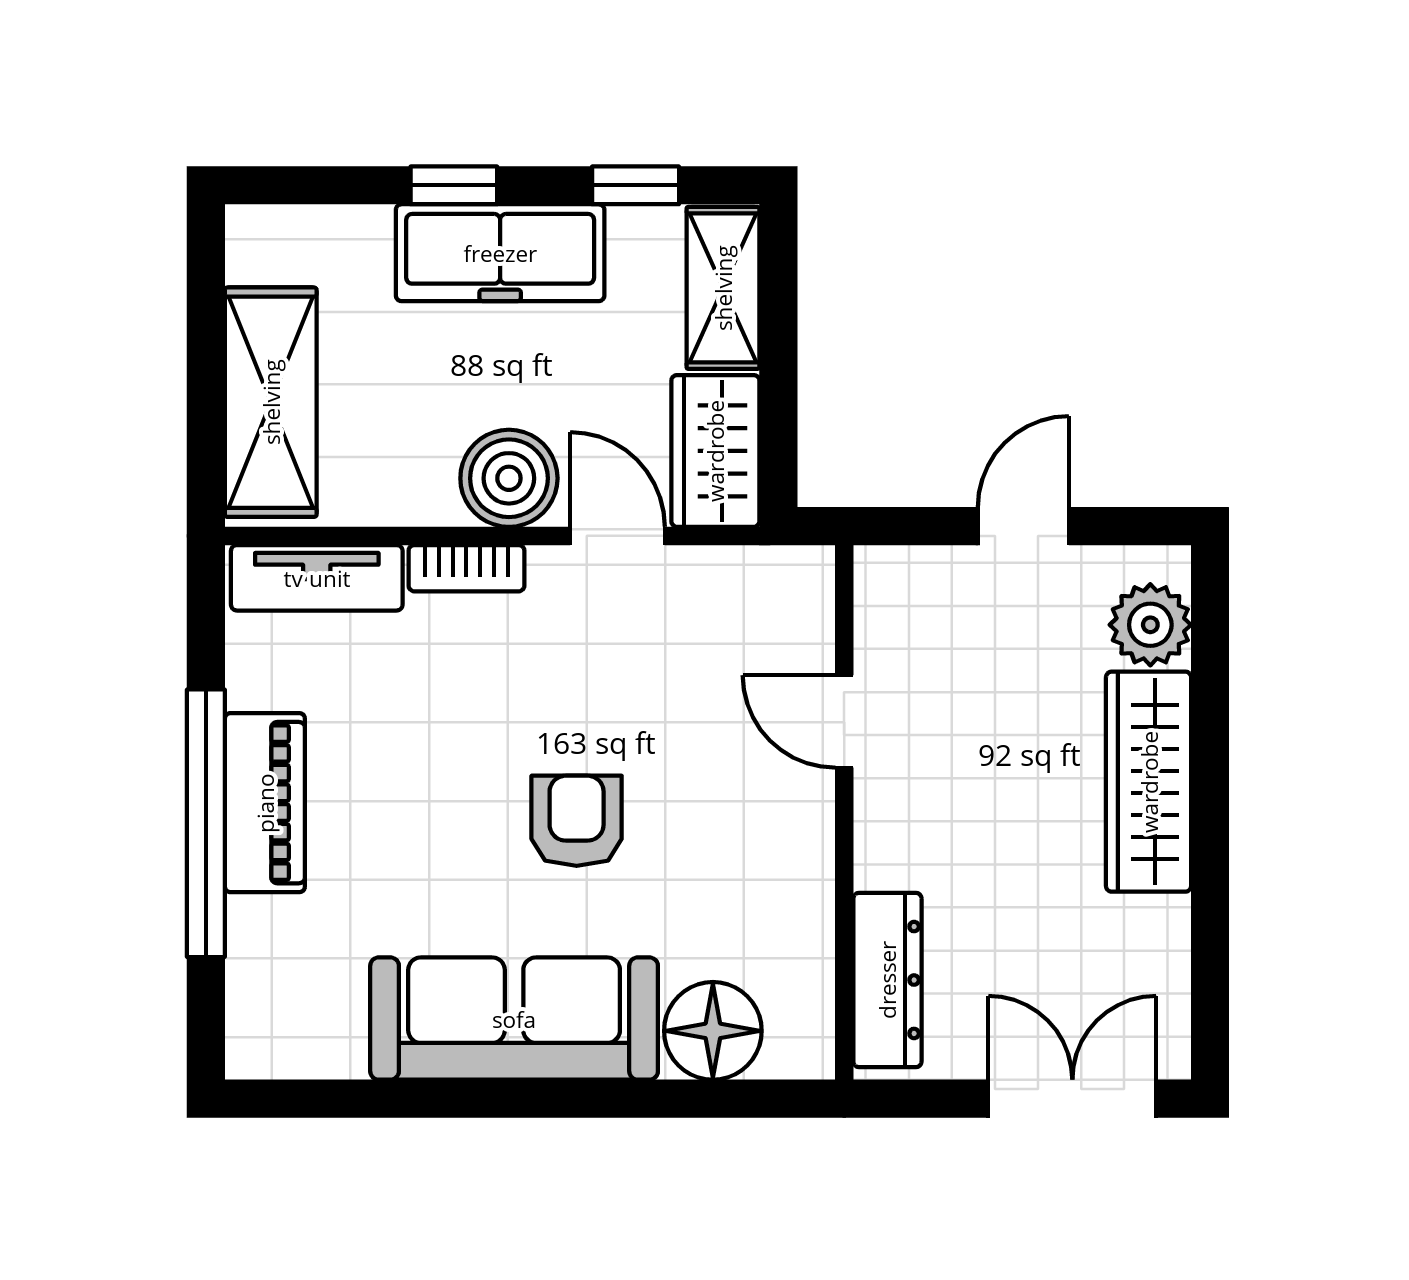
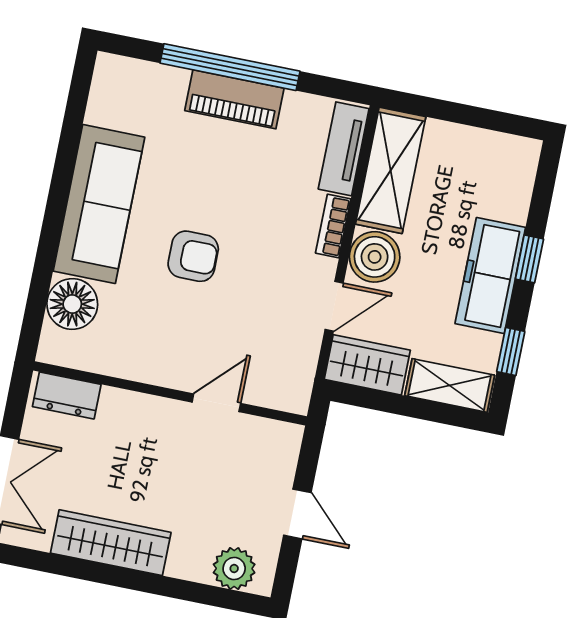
shelving: (271, 402) -> (391, 170), moved, turned 90
wardrobe: (1149, 782) -> (111, 543), moved
dresser: (887, 980) -> (67, 395), width x0.70

